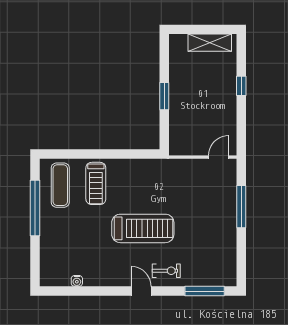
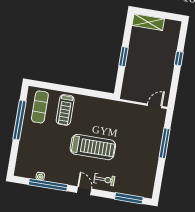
shelving: (210, 43) -> (148, 22), moved
window: (89, 291) -> (48, 185), added

